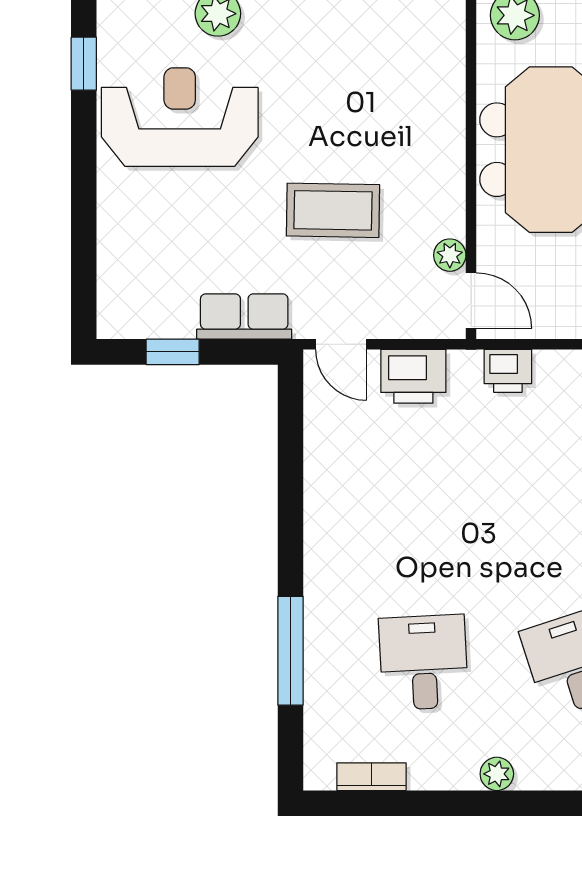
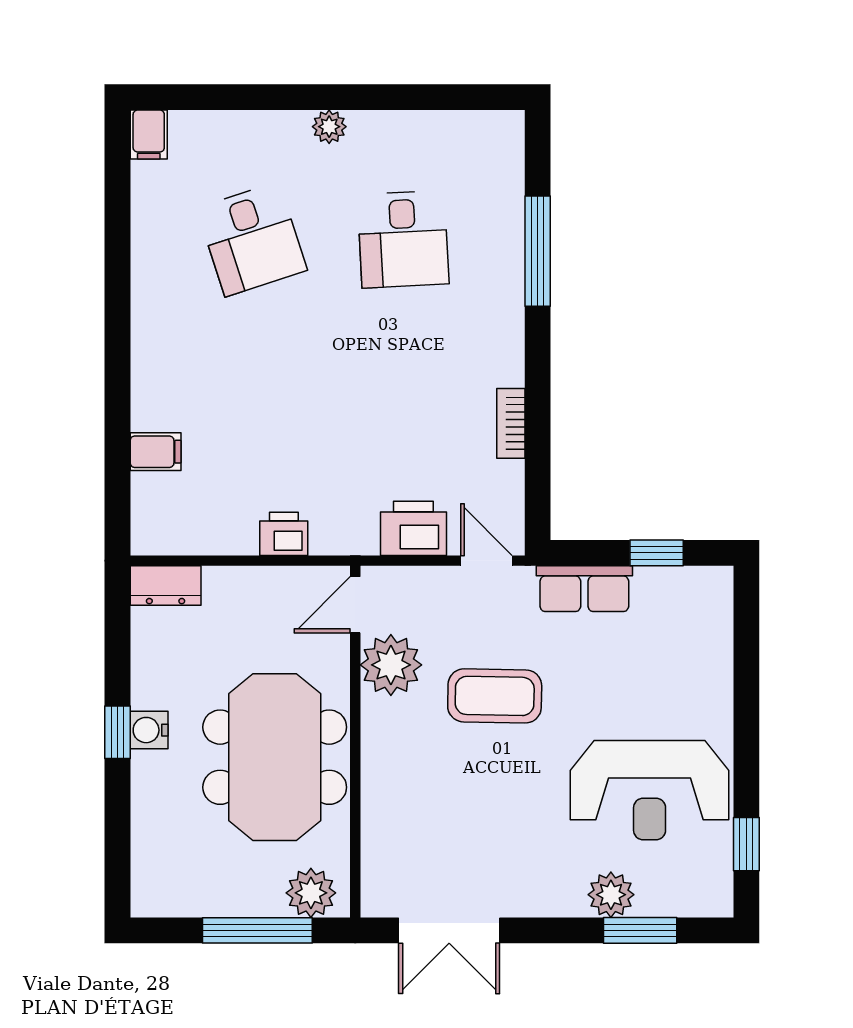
plant: (450, 255) -> (391, 665), width x1.88, depth x1.88
door: (471, 301) -> (355, 605), hinge flipped
printer: (508, 371) -> (284, 534), moved
bookcase: (371, 777) -> (511, 423), moved, turned 90

